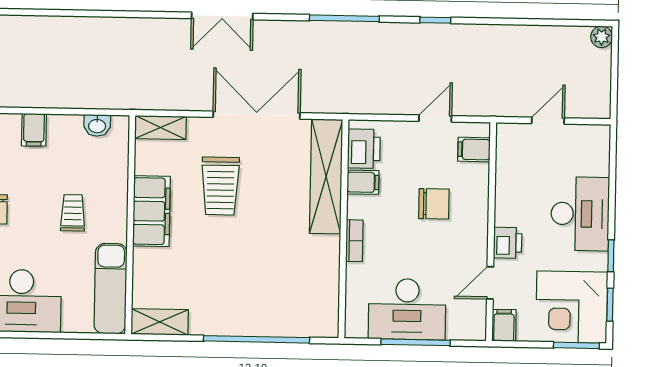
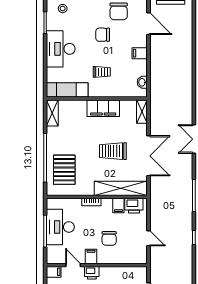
filing cabinet: (474, 149) -> (91, 256), moved
trolley: (220, 186) -> (113, 151), moved
pallet: (283, 298) -> (64, 170), added

